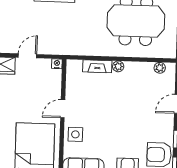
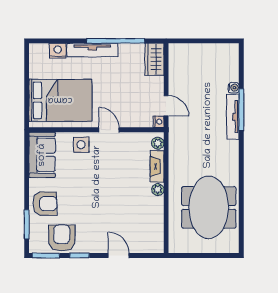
door: (27, 56) -> (166, 106), moved
plant: (160, 68) -> (158, 143), moved

